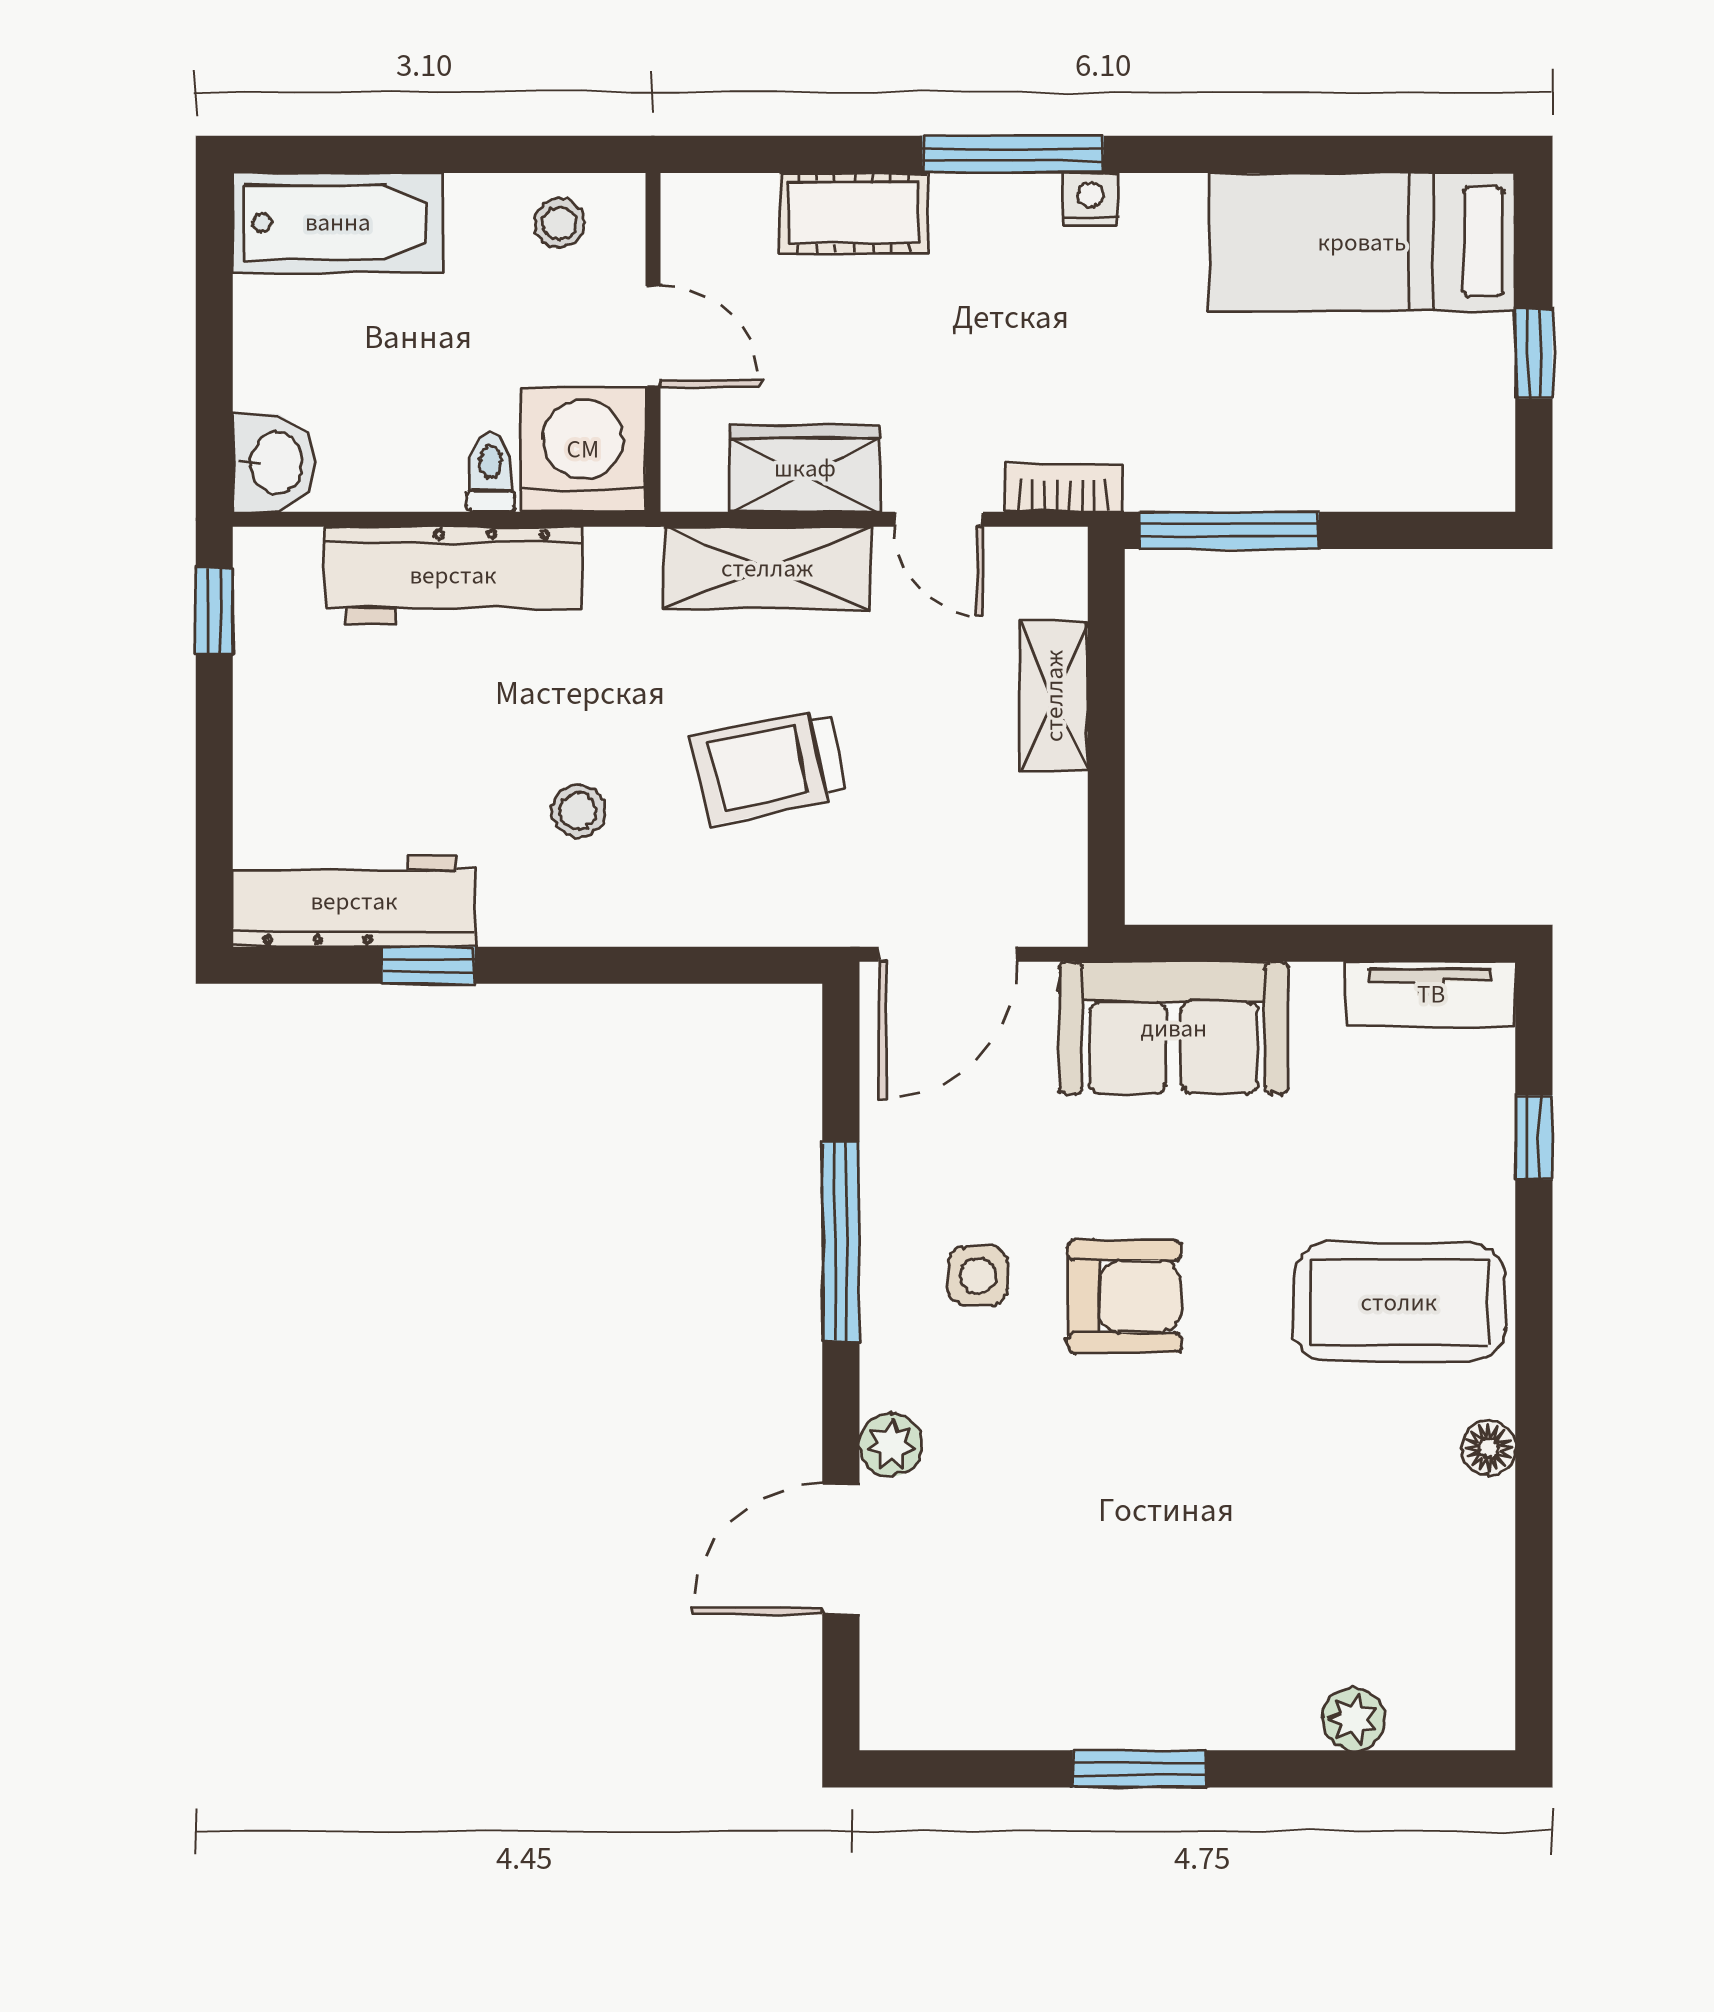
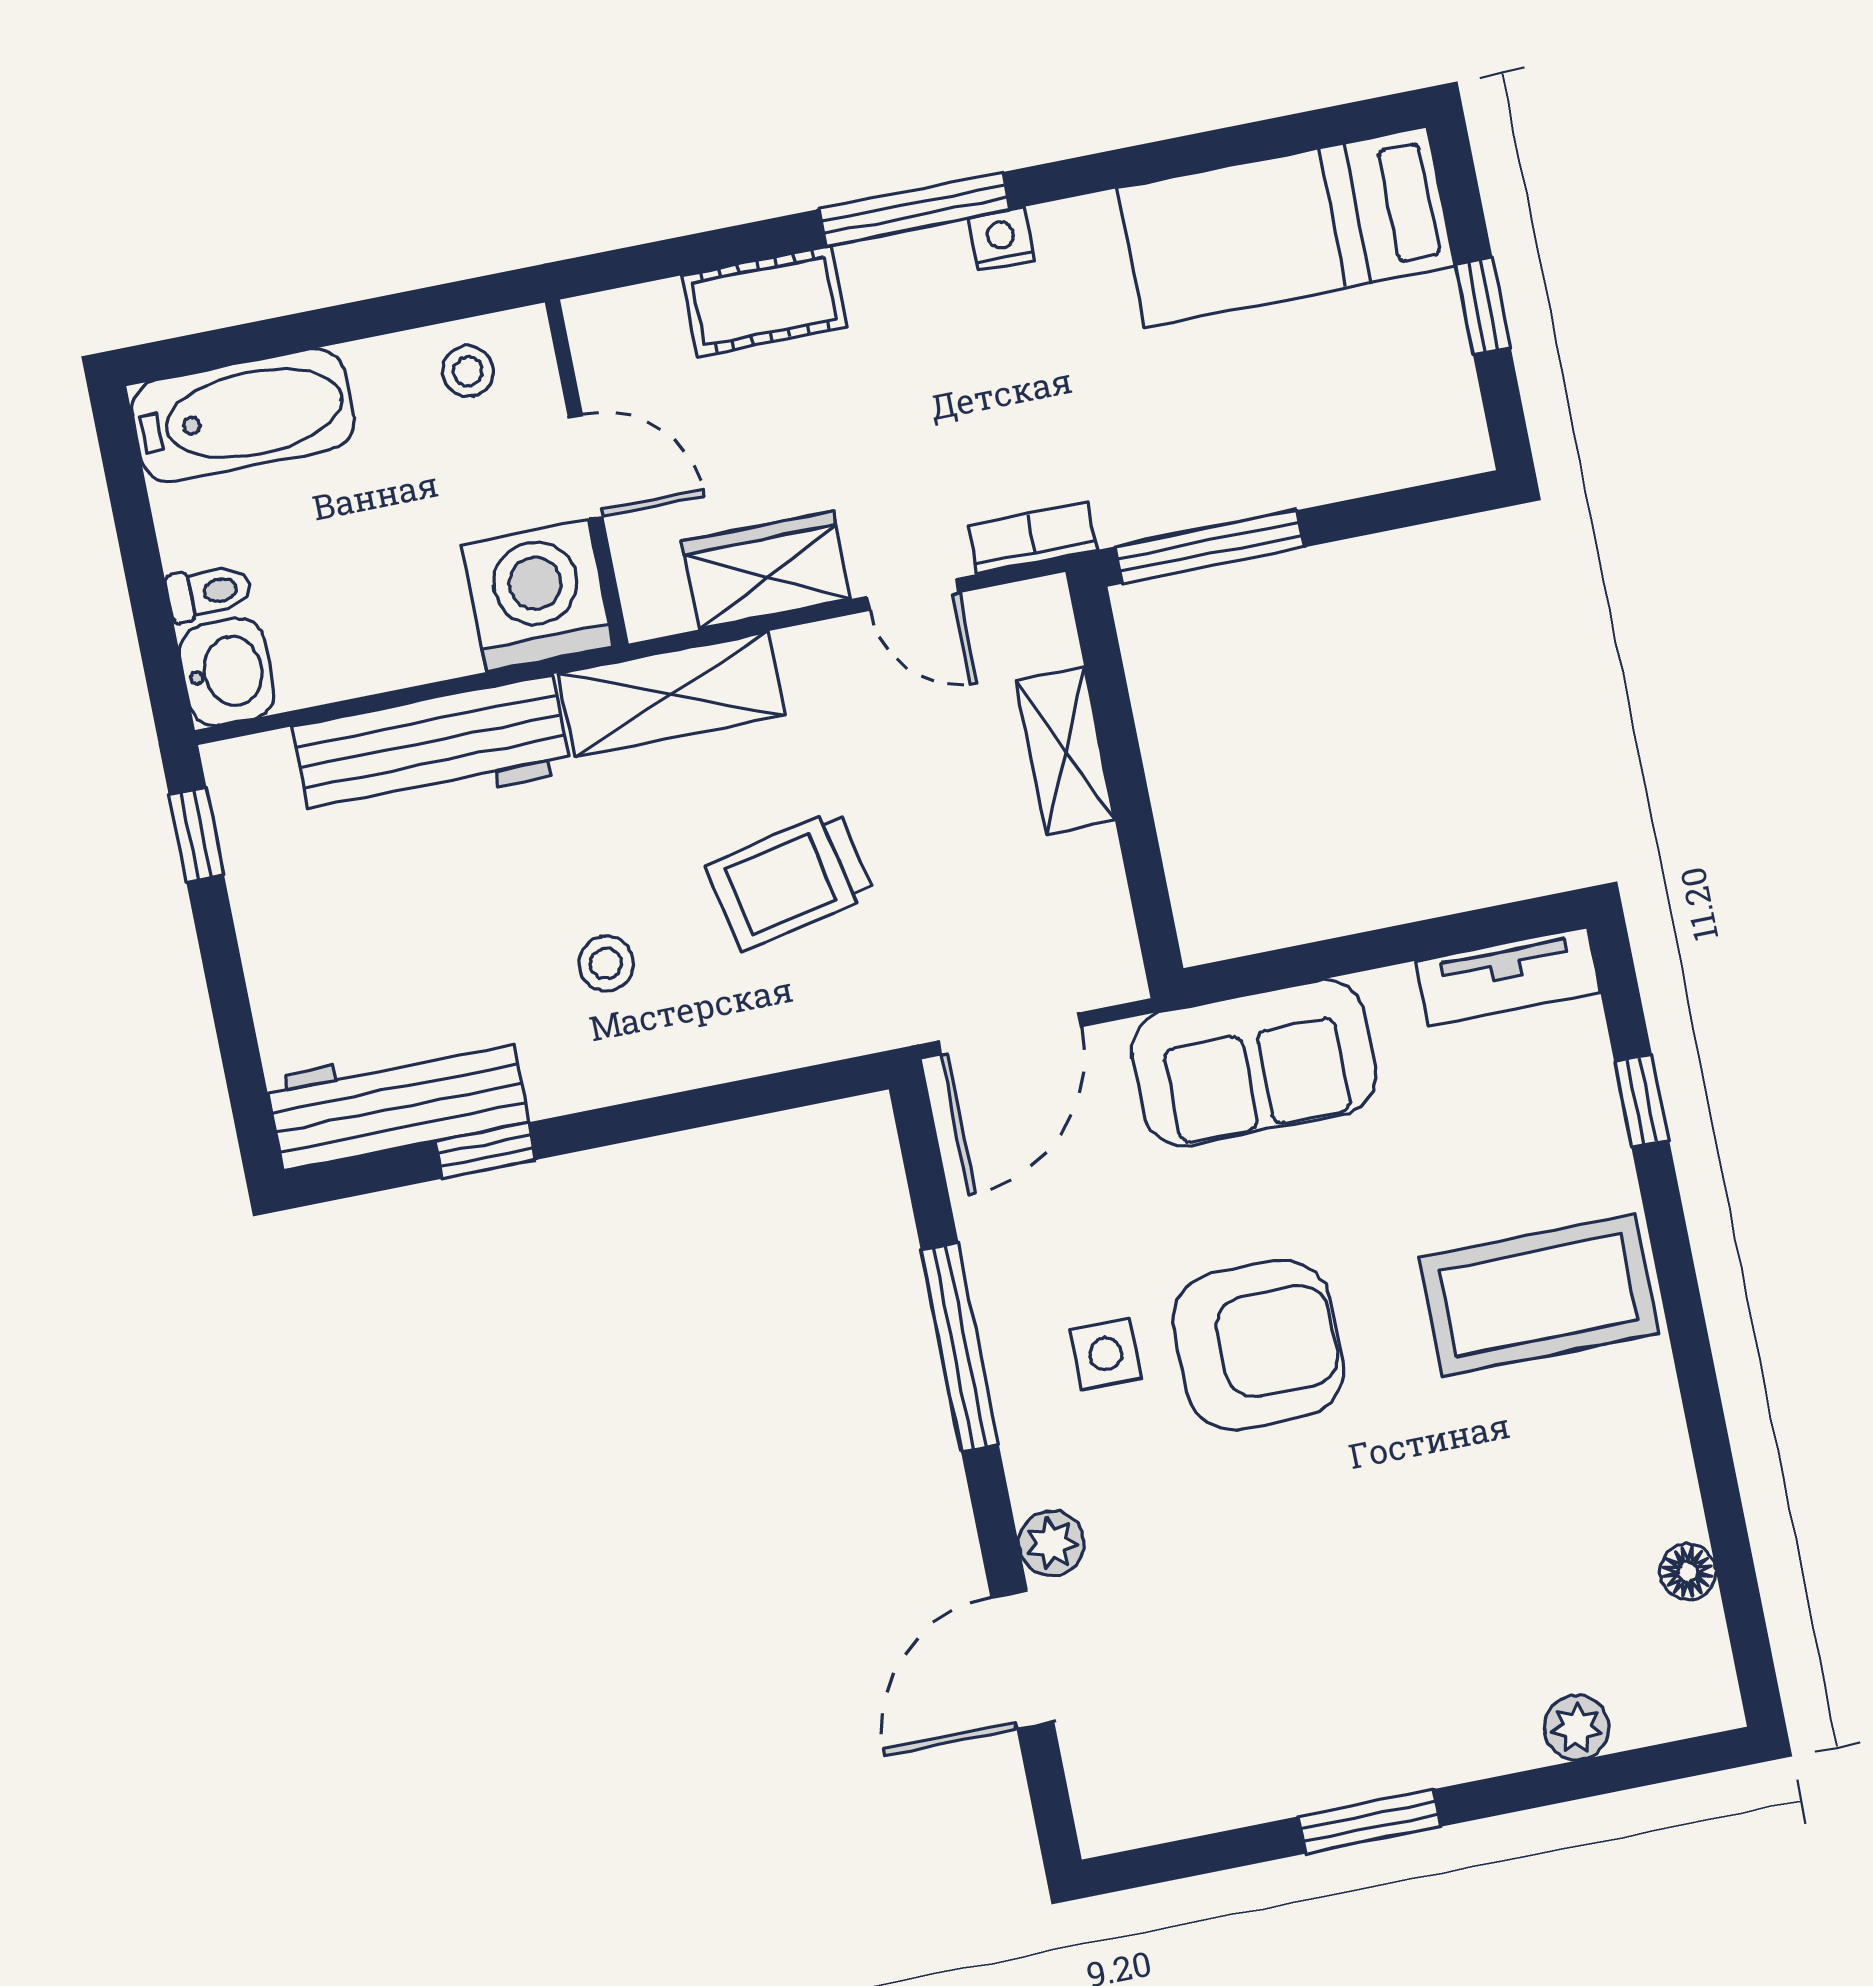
toilet: (490, 473) -> (209, 592), moved, turned 90
shelving: (767, 568) -> (671, 694), moved
armchair: (1124, 1296) -> (1259, 1345), width x1.36, depth x1.36
floor lamp: (1488, 1448) -> (1688, 1572), moved

